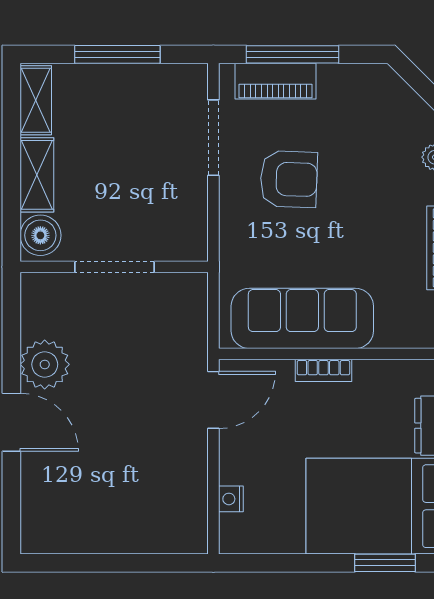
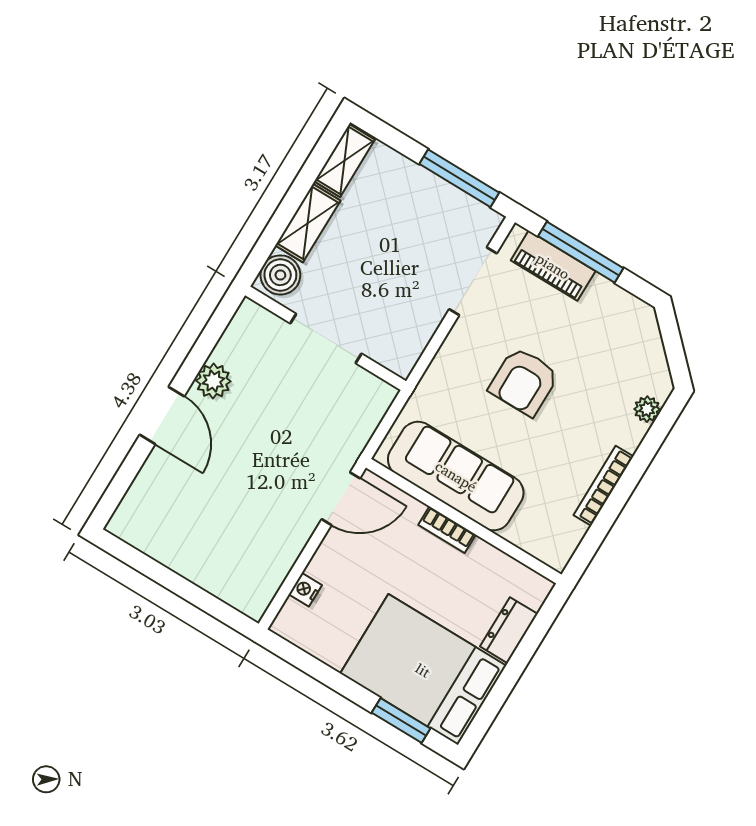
window: (117, 54) -> (459, 178), moved
armchair: (289, 179) -> (524, 381), moved, turned 88
plant: (45, 364) -> (213, 381), width x0.73, depth x0.73

